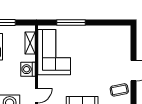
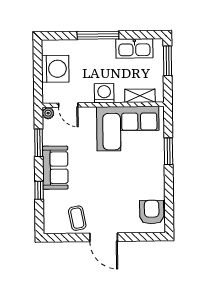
window: (71, 23) -> (168, 151), width x0.69
armchair: (115, 35) -> (152, 212), added

